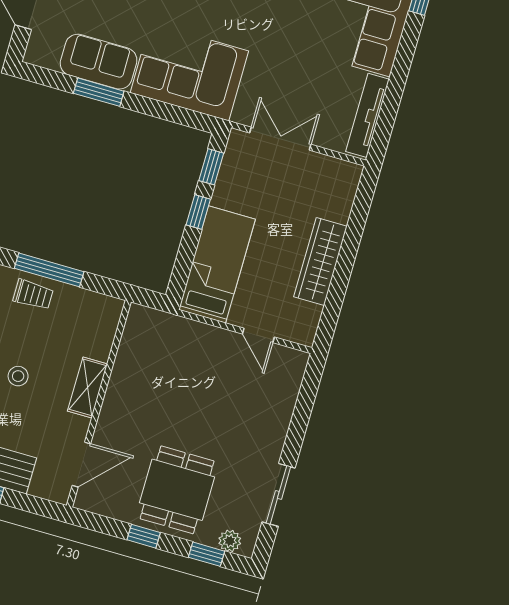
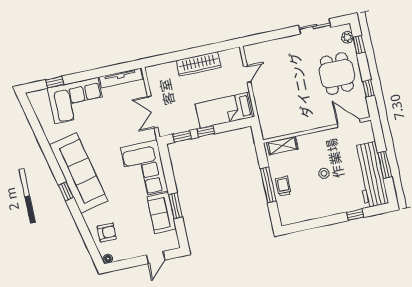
shelving: (87, 387) -> (282, 146), moved
dining table: (177, 490) -> (337, 74), turned 90
window: (144, 536) -> (368, 88), moved

